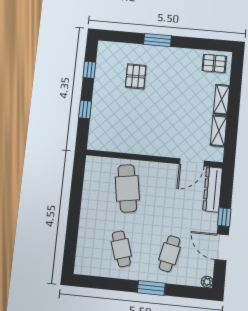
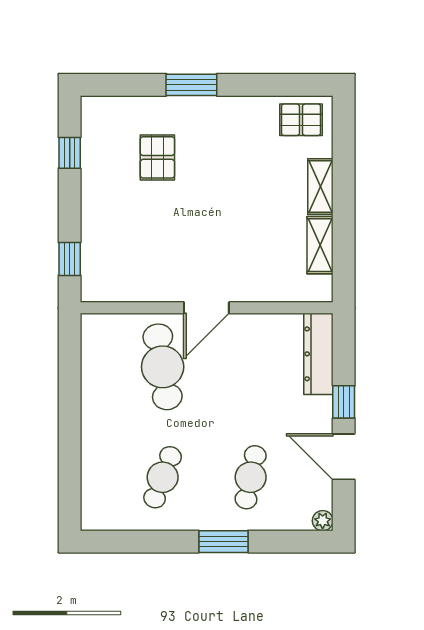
window: (85, 109) -> (70, 259), moved
door: (192, 162) -> (206, 308), moved
cafe table: (121, 249) -> (163, 477), turned 39

